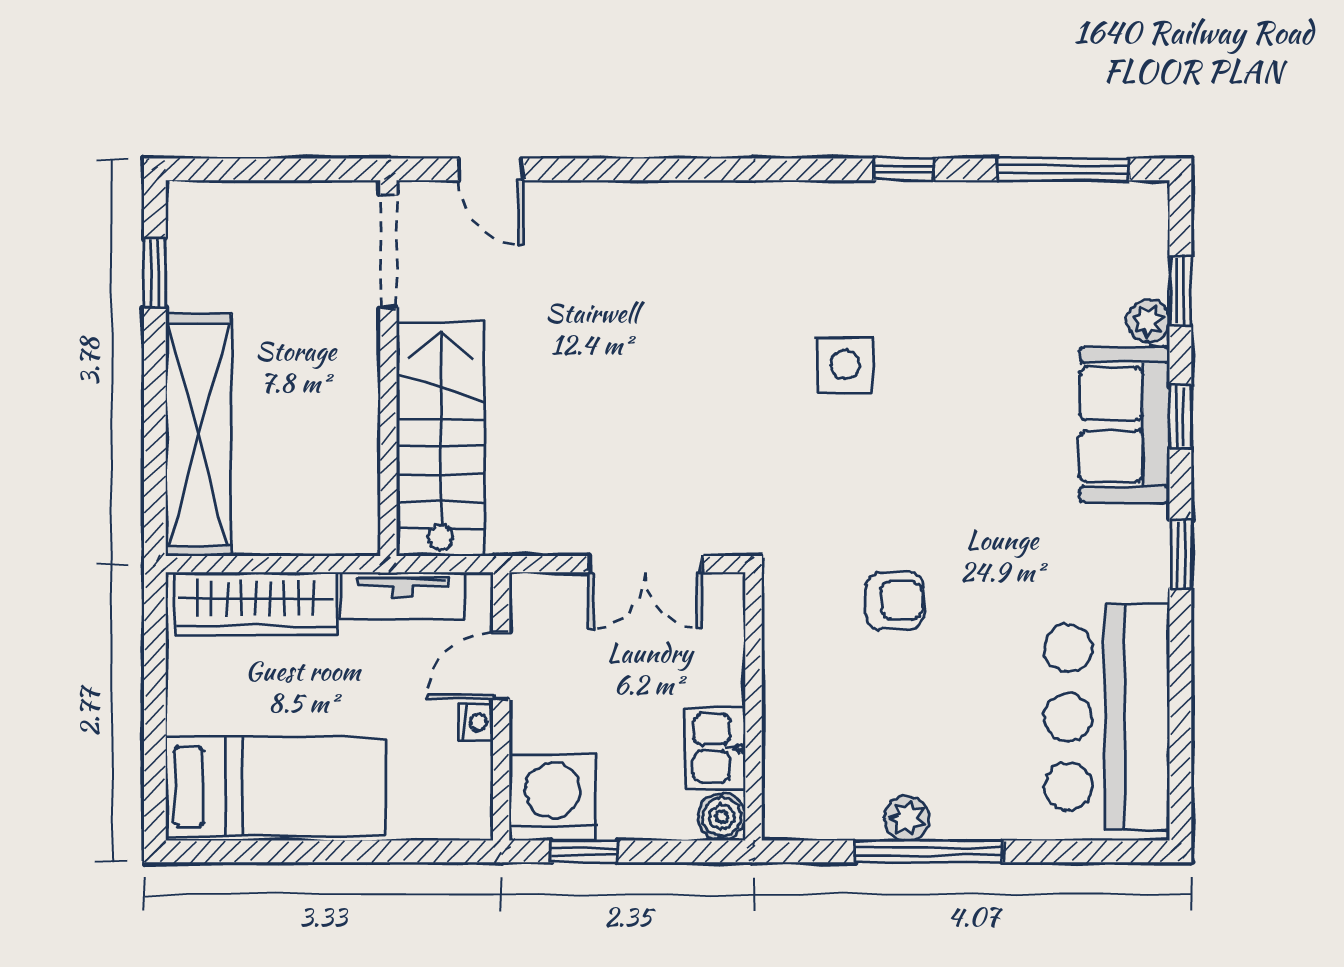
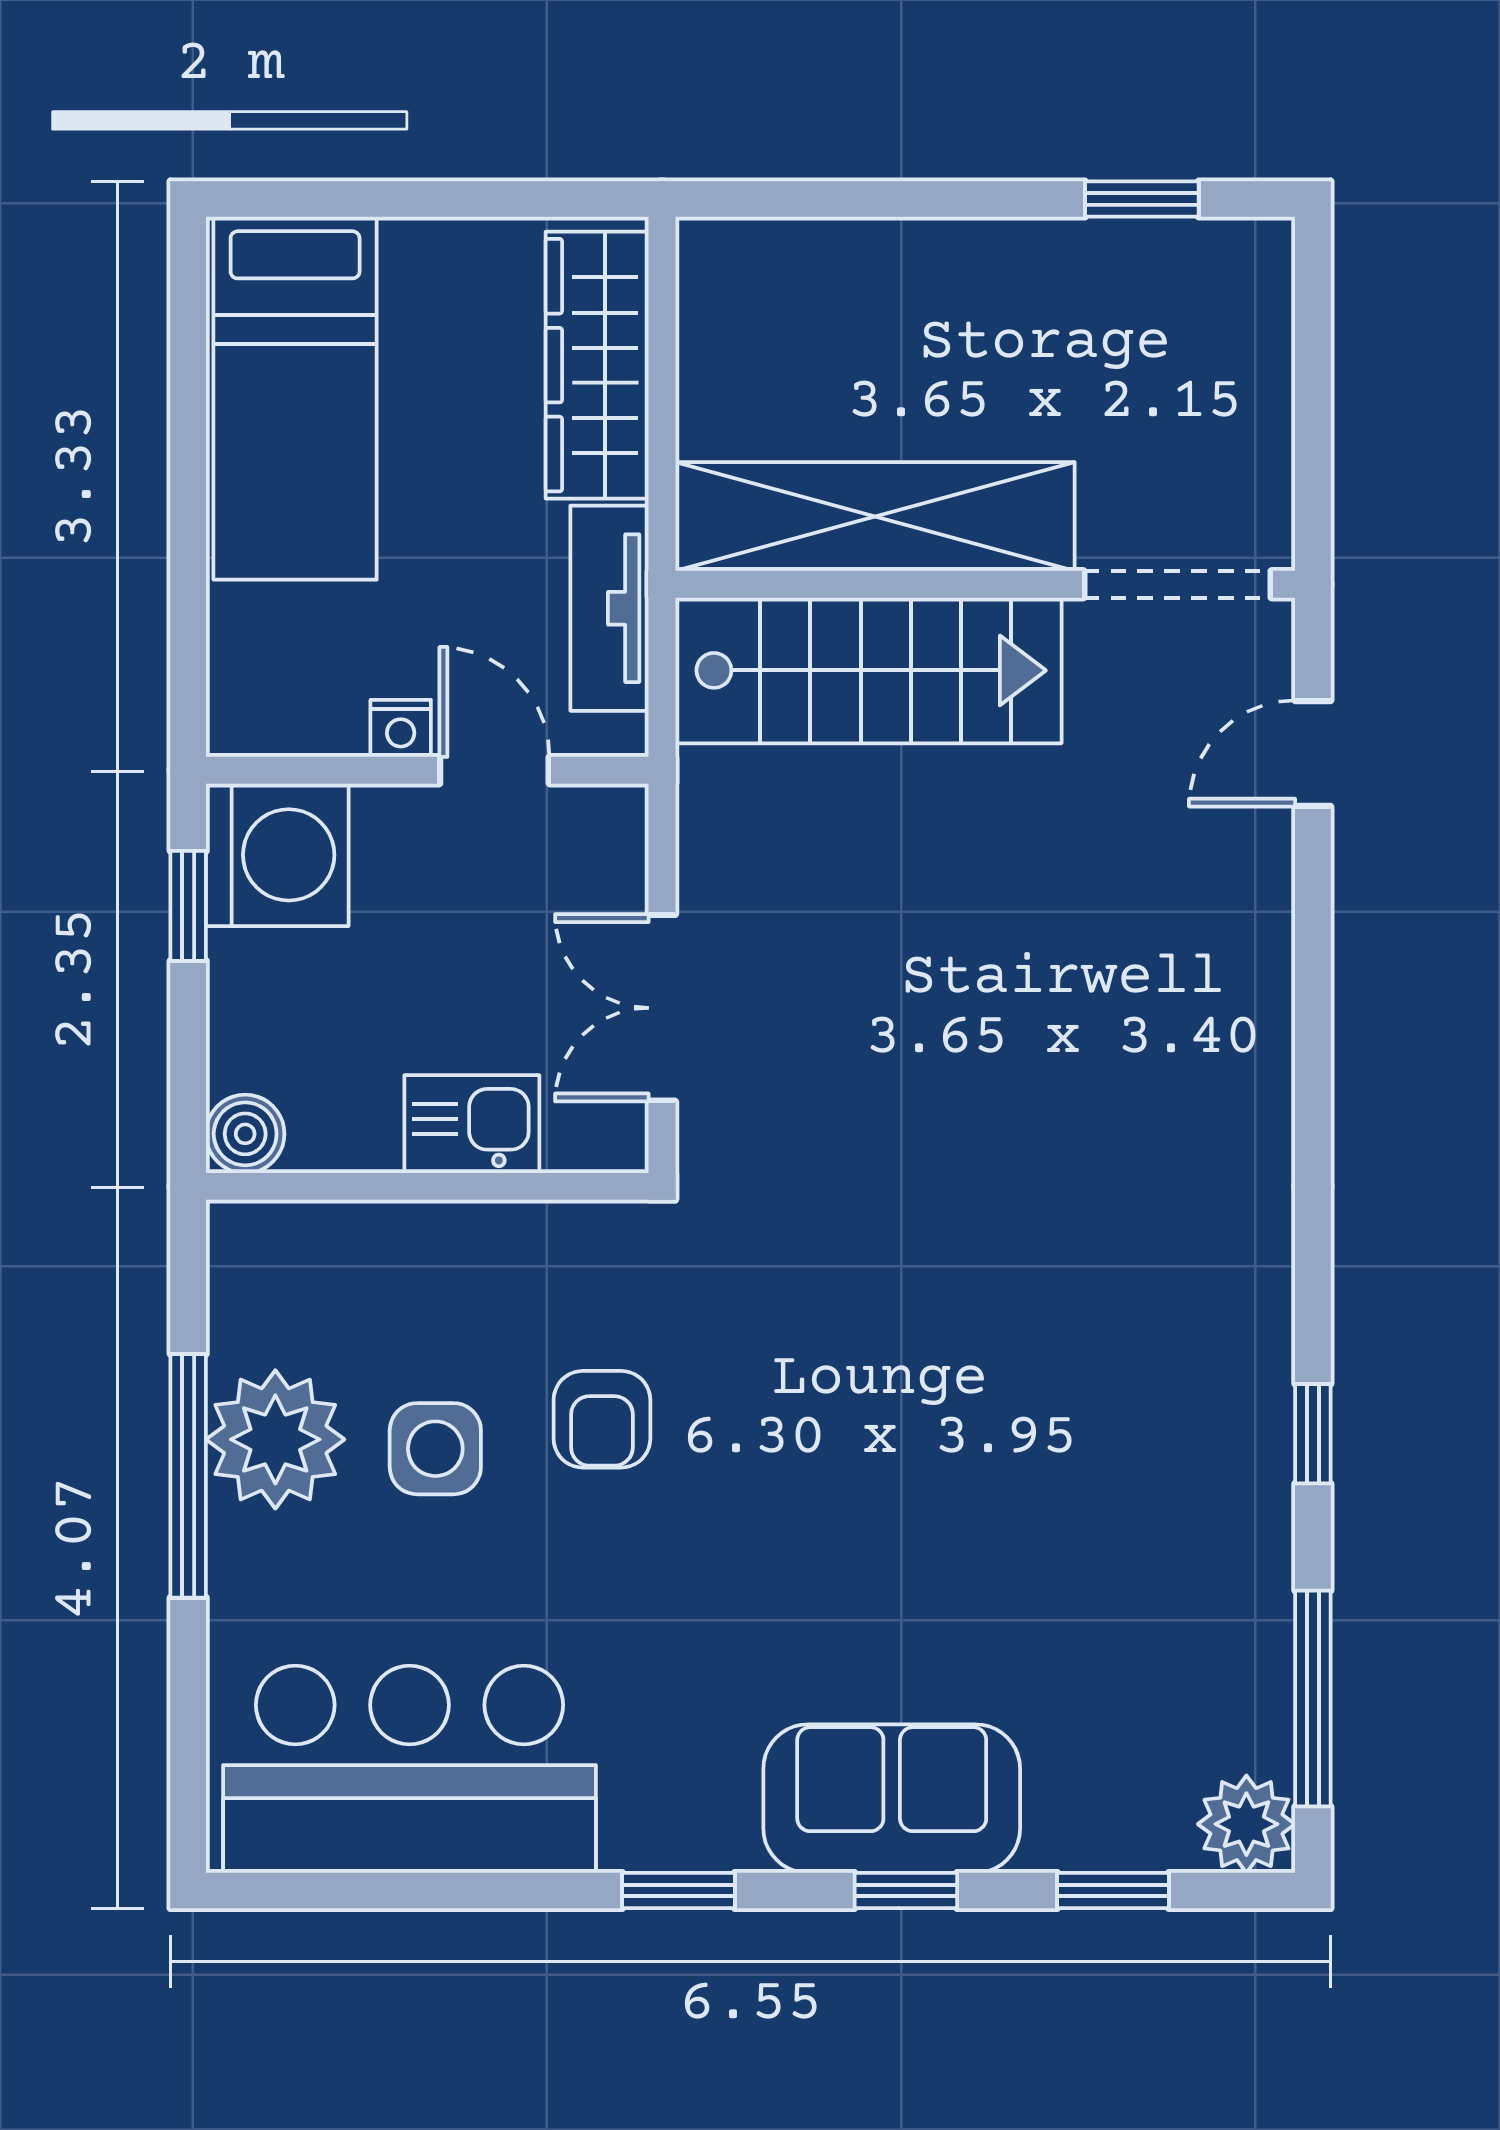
plant: (1148, 321) -> (1246, 1824), moved, width x1.38, depth x1.38
side table: (845, 365) -> (435, 1449), moved
shelving: (199, 435) -> (875, 516), moved
kitchen sink: (716, 748) -> (472, 1124), moved
plant: (907, 818) -> (275, 1439), width x1.88, depth x1.88

